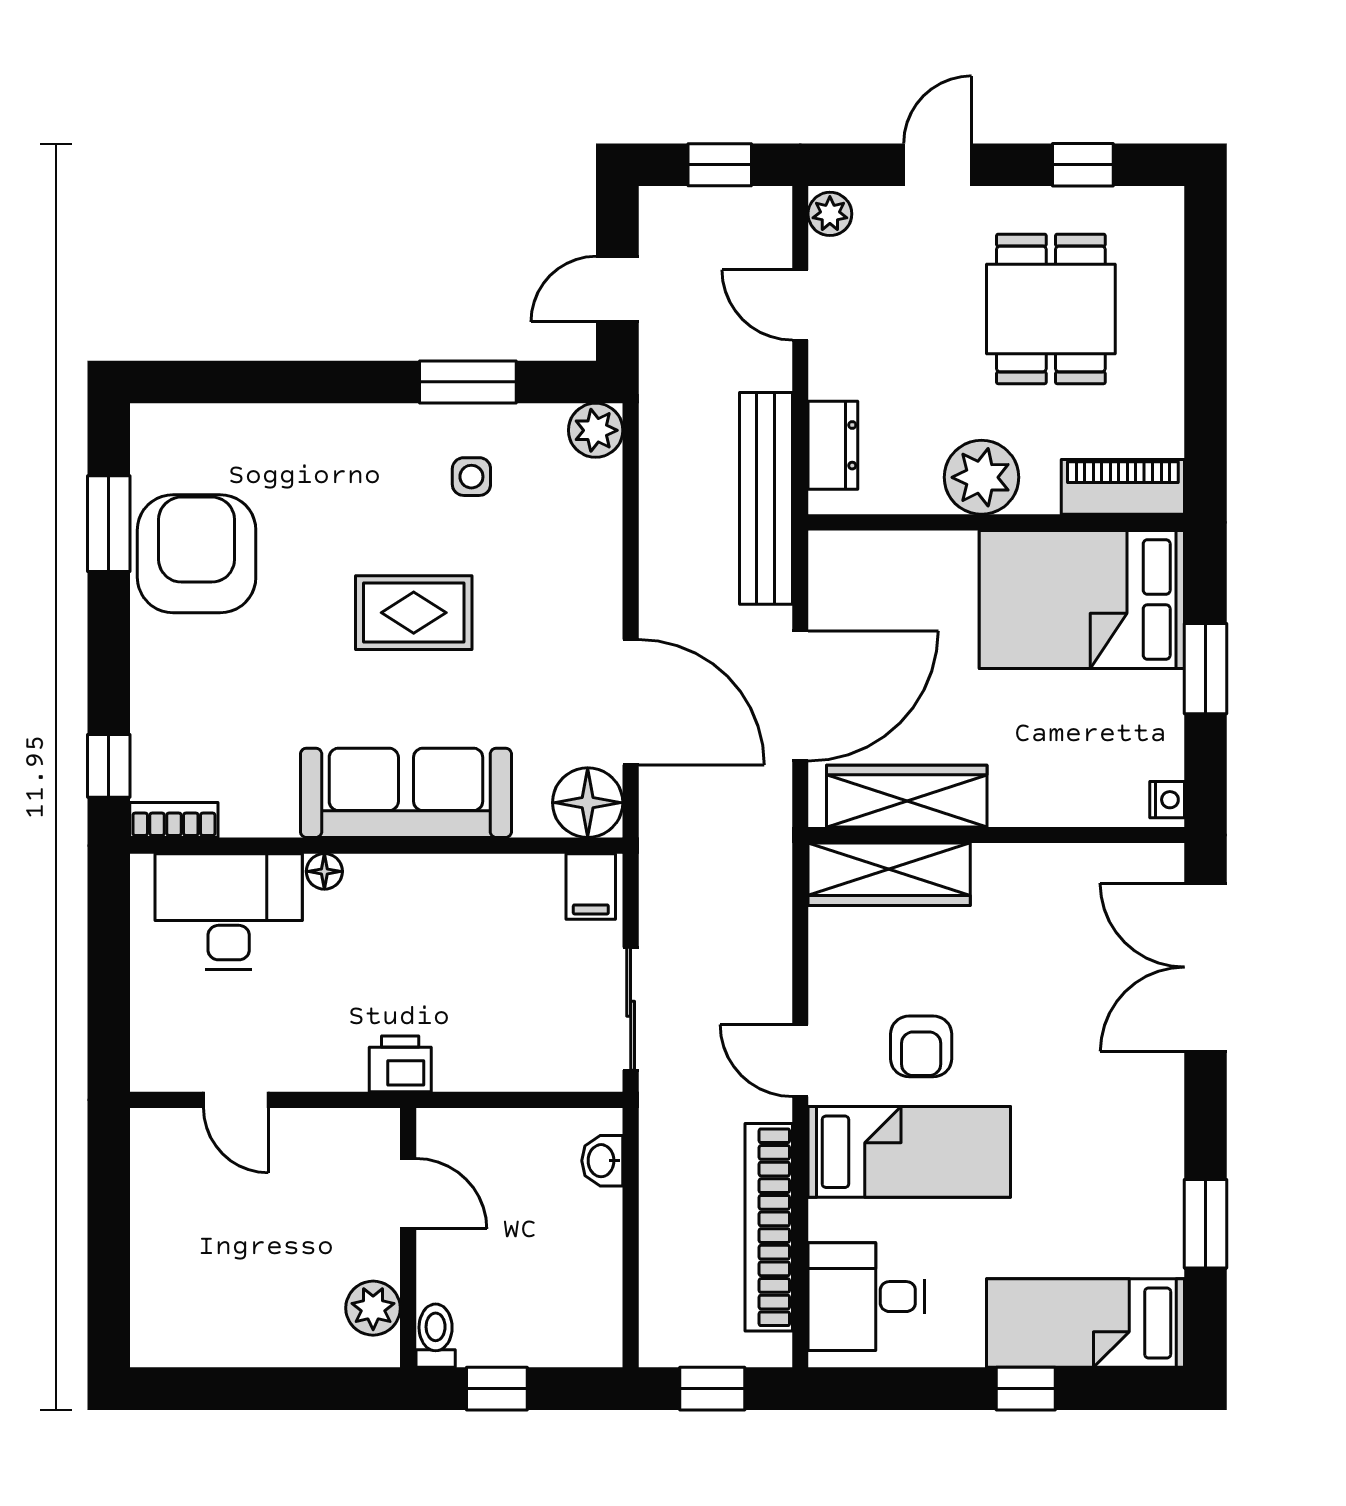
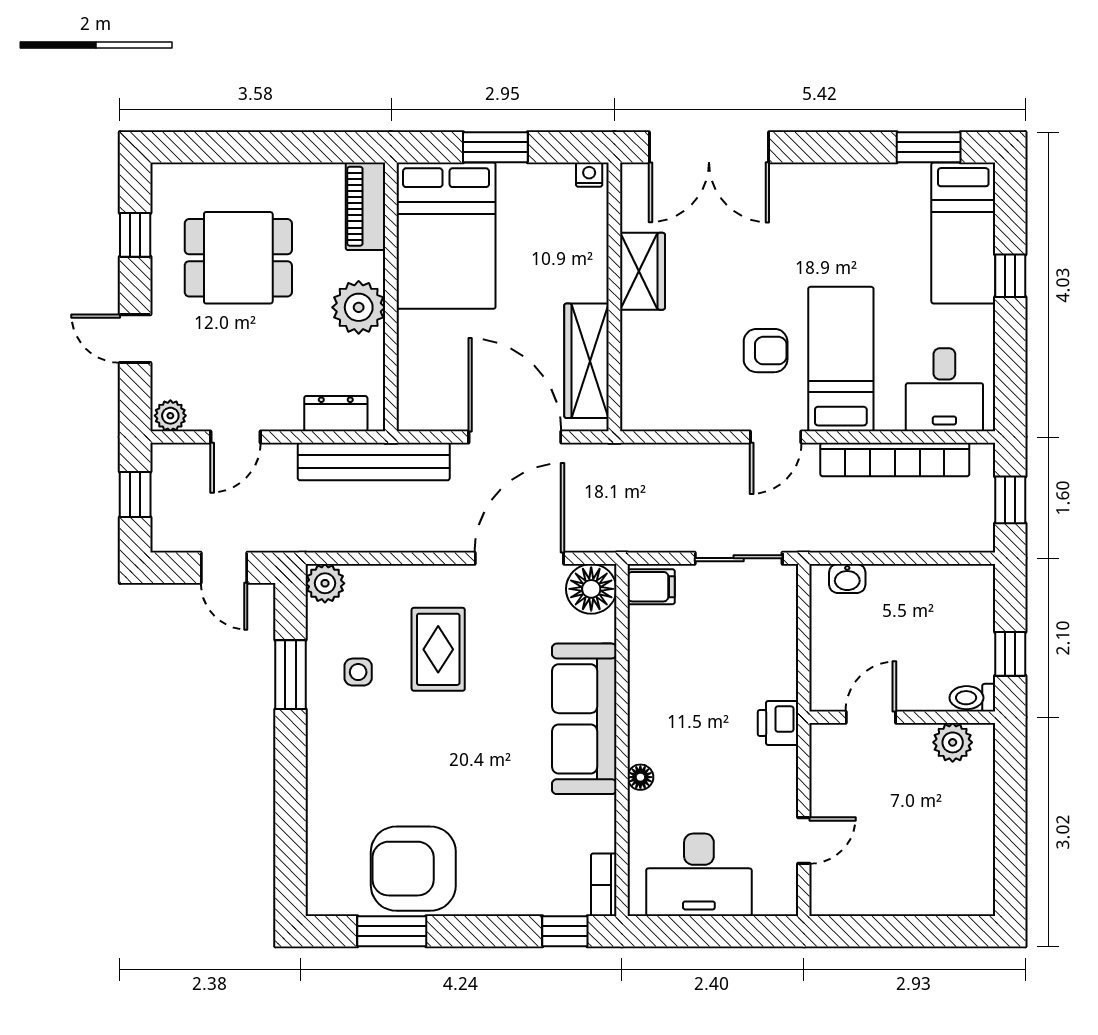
rug: (414, 613) -> (438, 649), moved
wardrobe: (889, 874) -> (642, 271), moved, width x0.67
desk: (229, 911) -> (699, 875), moved, turned -90
window: (1206, 1224) -> (929, 147), moved

